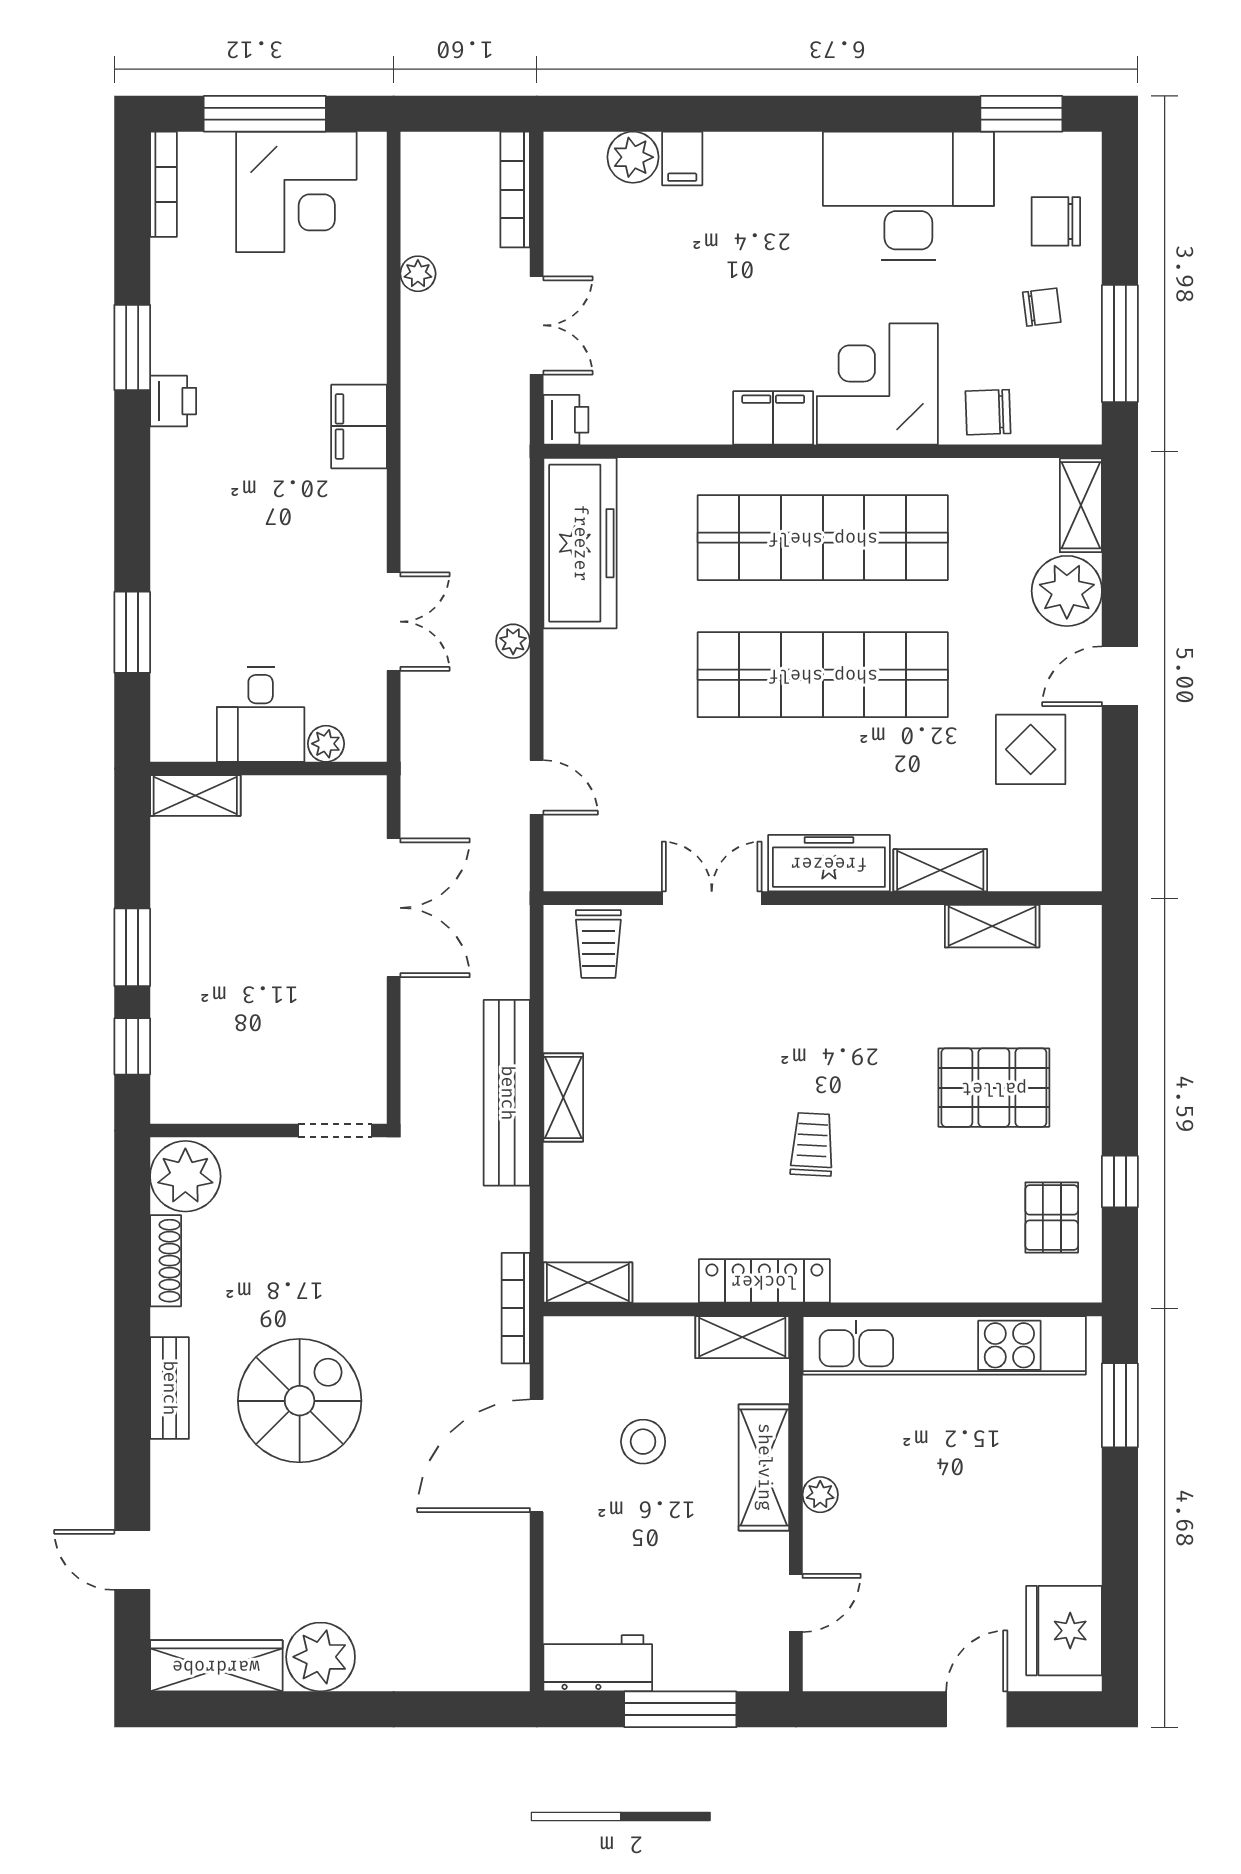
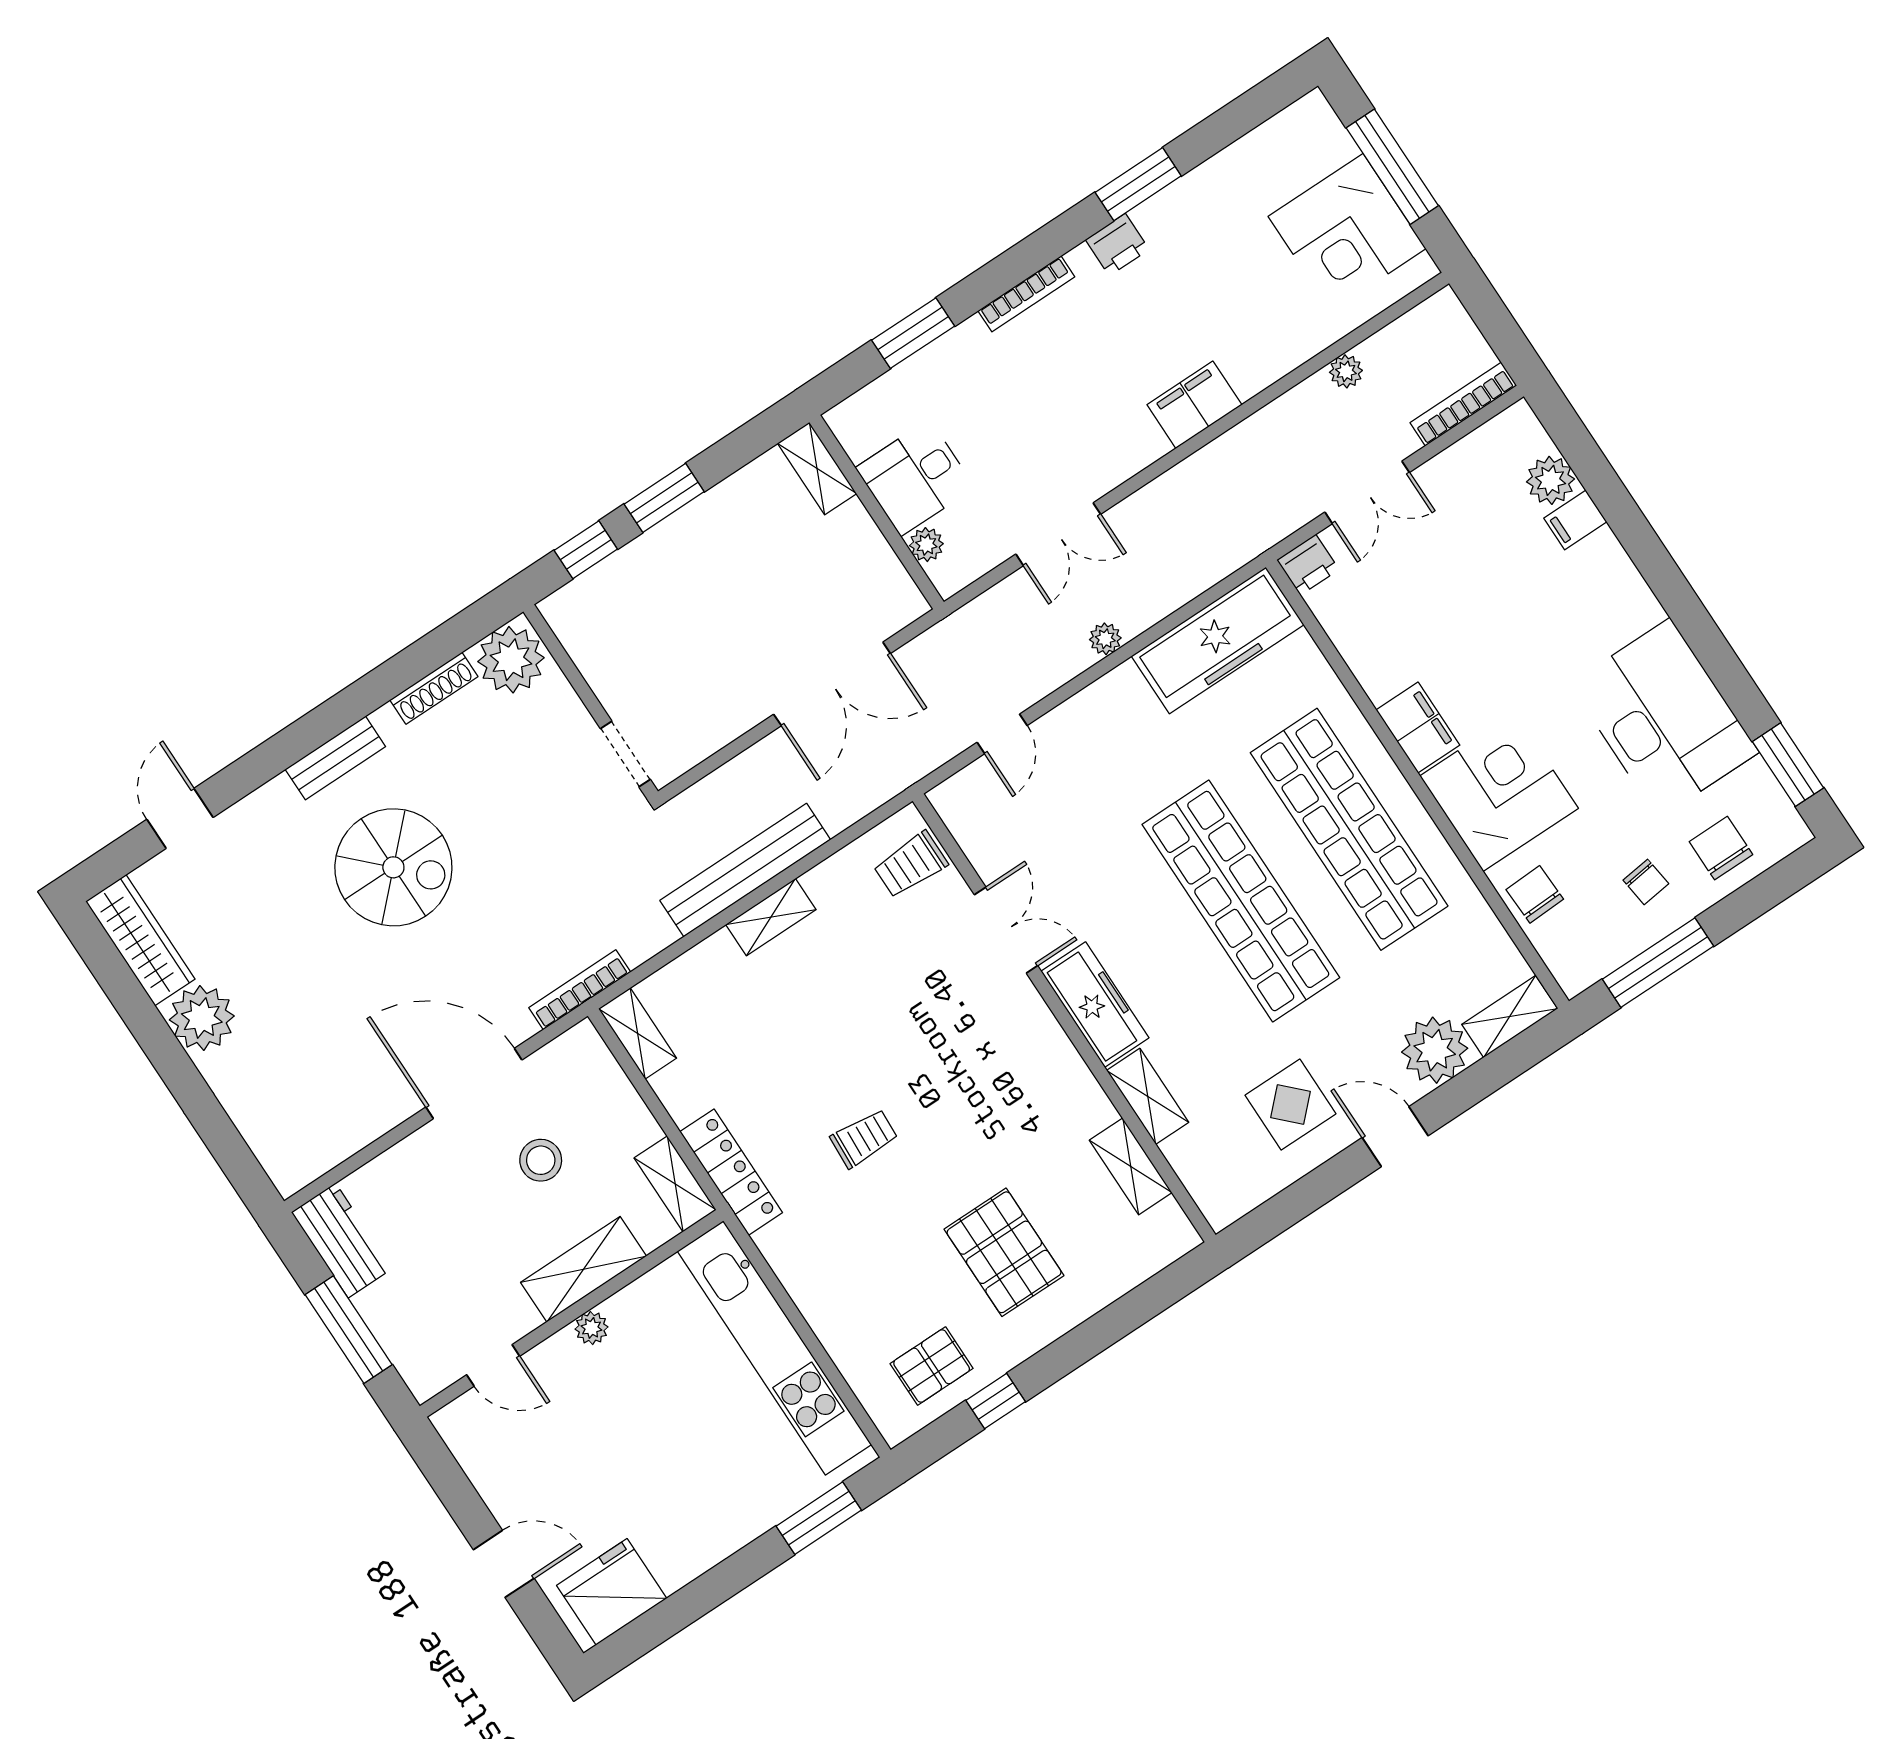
bookcase: (164, 184) -> (1026, 294), moved

